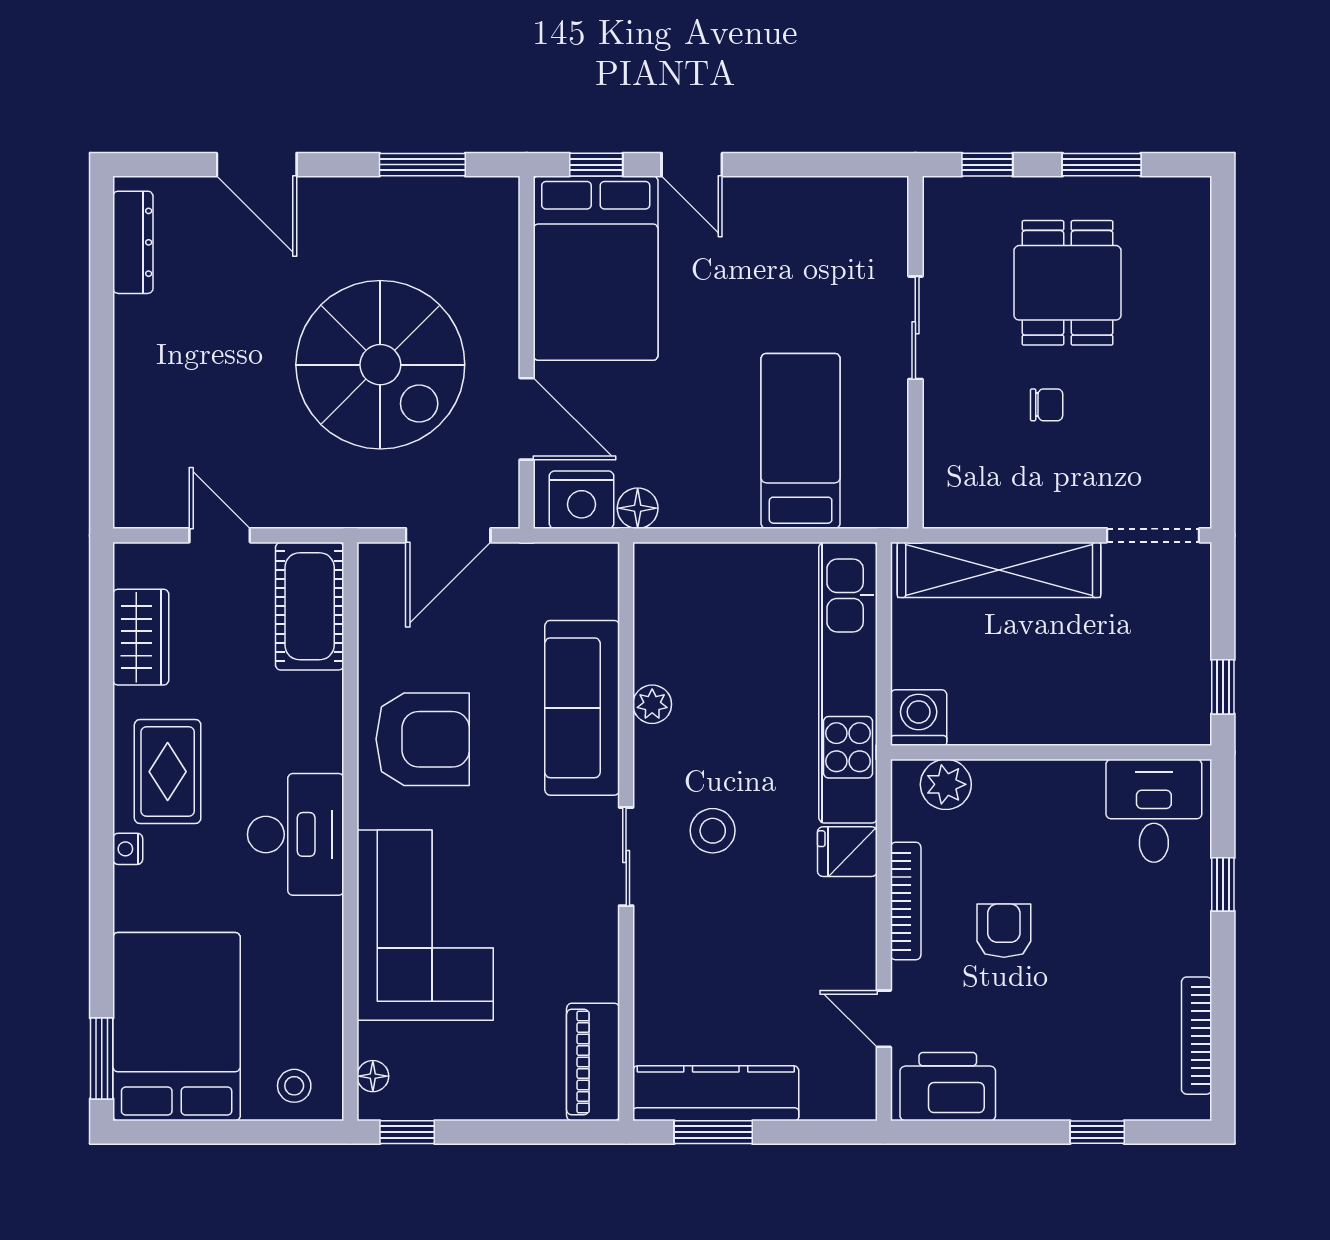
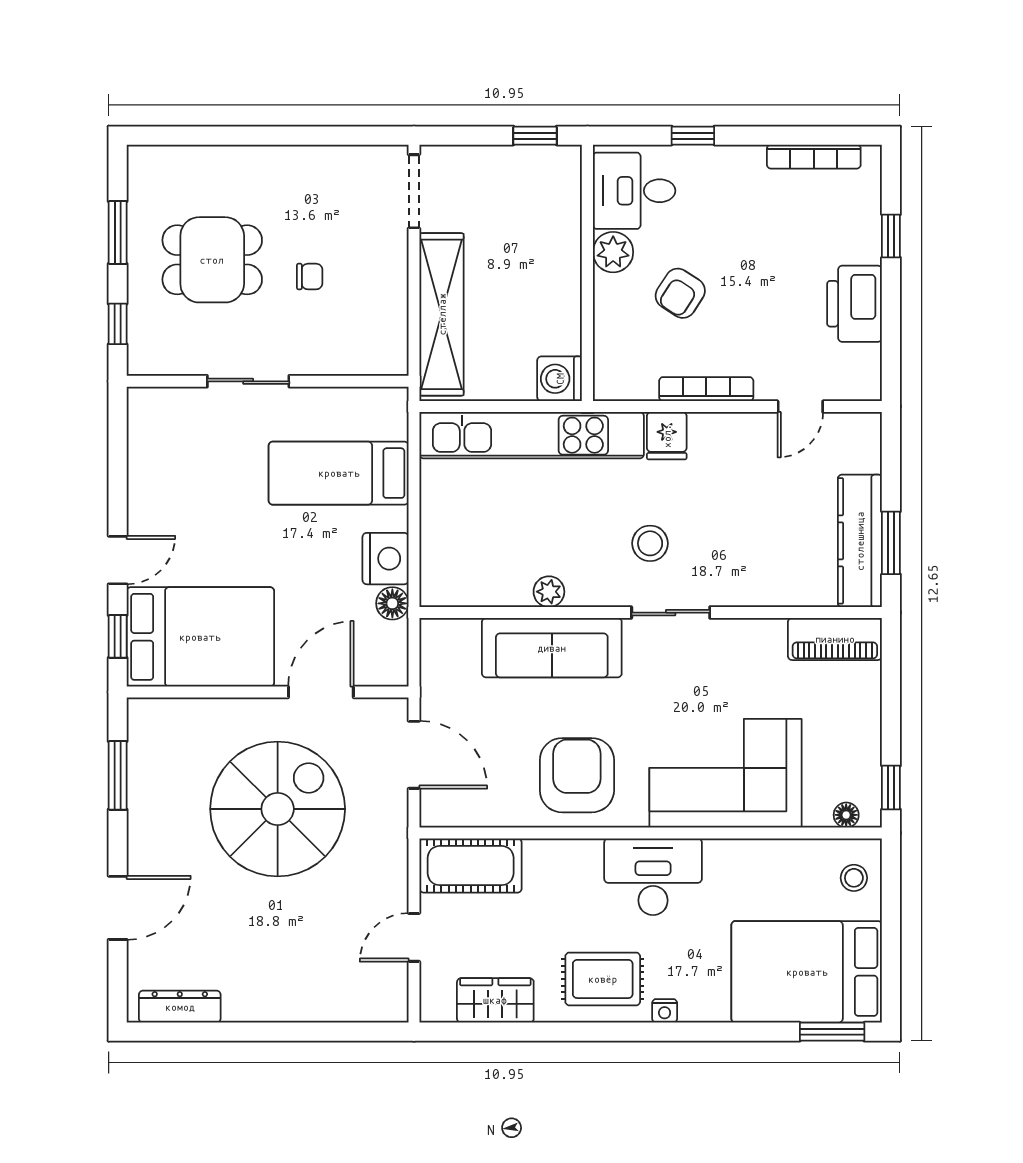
chair: (1047, 405) -> (310, 277), turned 90
nightstand: (582, 500) -> (386, 559), moved
plant: (946, 784) -> (613, 252), moved
armchair: (1004, 931) -> (680, 293), moved, turned -57
printer: (948, 1087) -> (855, 304), moved

